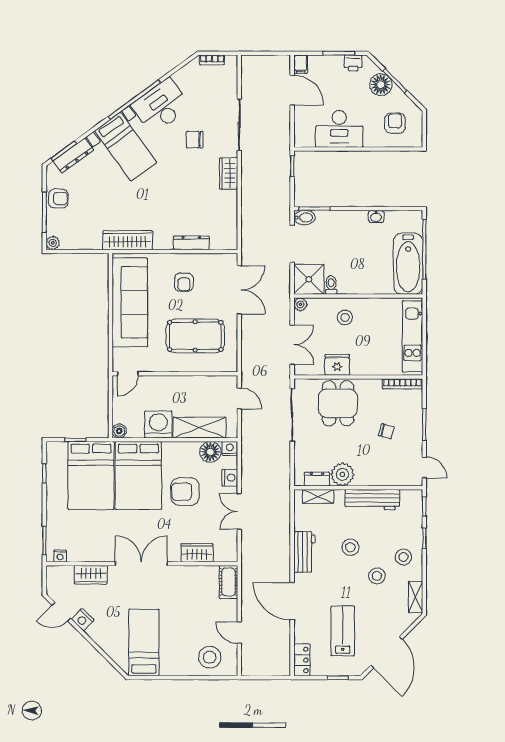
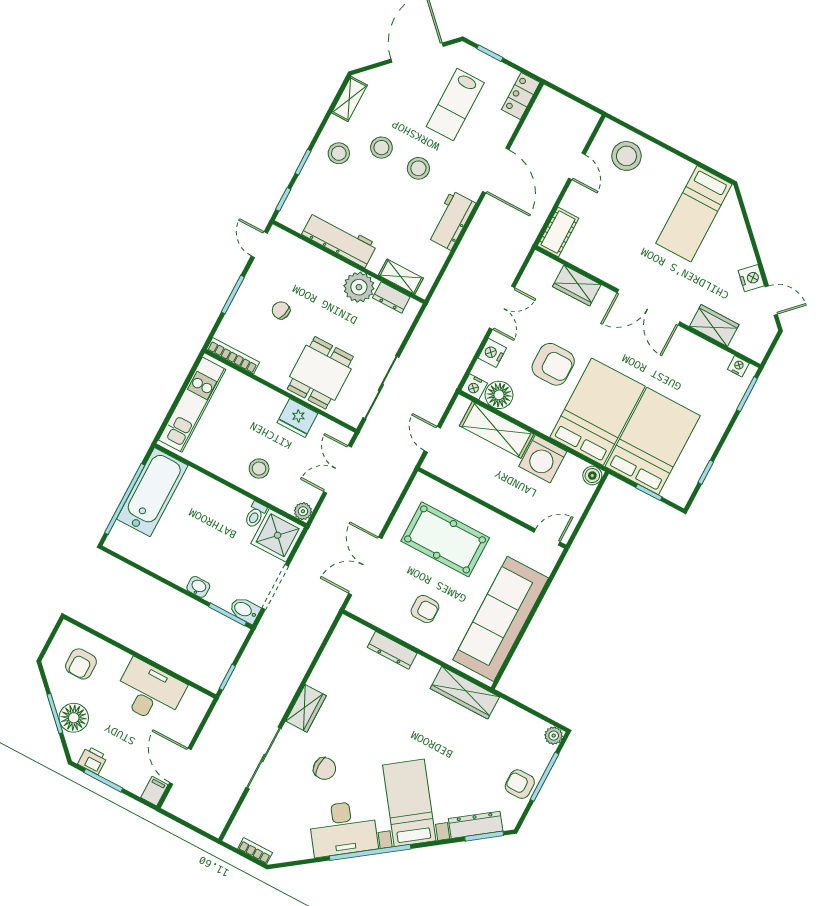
washbasin: (376, 217) -> (198, 587), moved
armchair: (184, 282) -> (425, 609), turned 90
stool: (350, 547) -> (418, 168), moved

